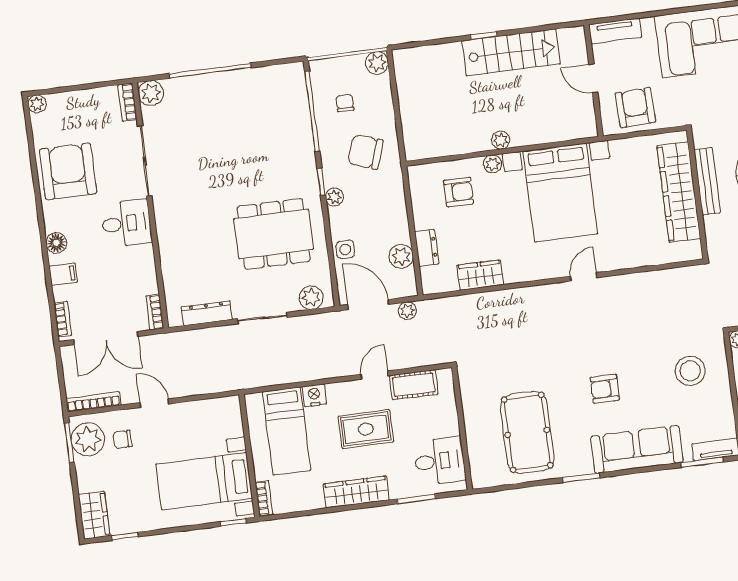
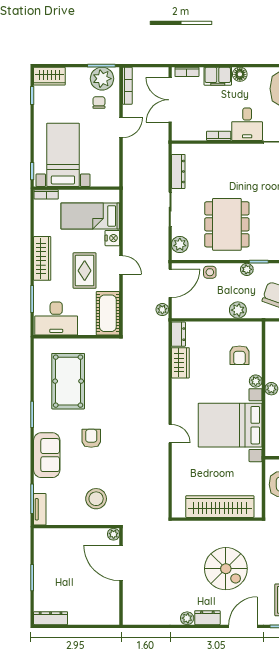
bench: (707, 181) -> (225, 527), removed
dresser: (427, 248) -> (178, 334), moved, turned -90
plant: (401, 256) -> (238, 310), moved
filing cabinet: (63, 274) -> (218, 76), width x2.00
bookcase: (155, 312) -> (219, 136), moved
door: (374, 375) -> (121, 265), moved
cot: (414, 385) -> (108, 313), width x1.37, depth x1.34
pool table: (527, 432) -> (68, 381), turned 90
sofa: (637, 449) -> (47, 455), width x0.73
desk: (440, 461) -> (56, 318), width x1.37

